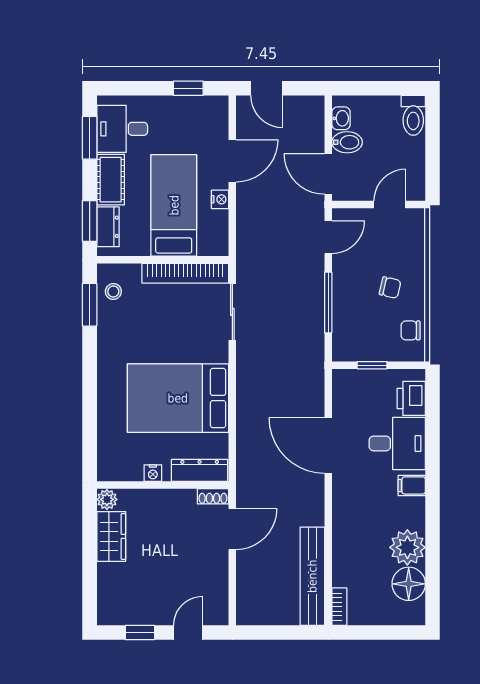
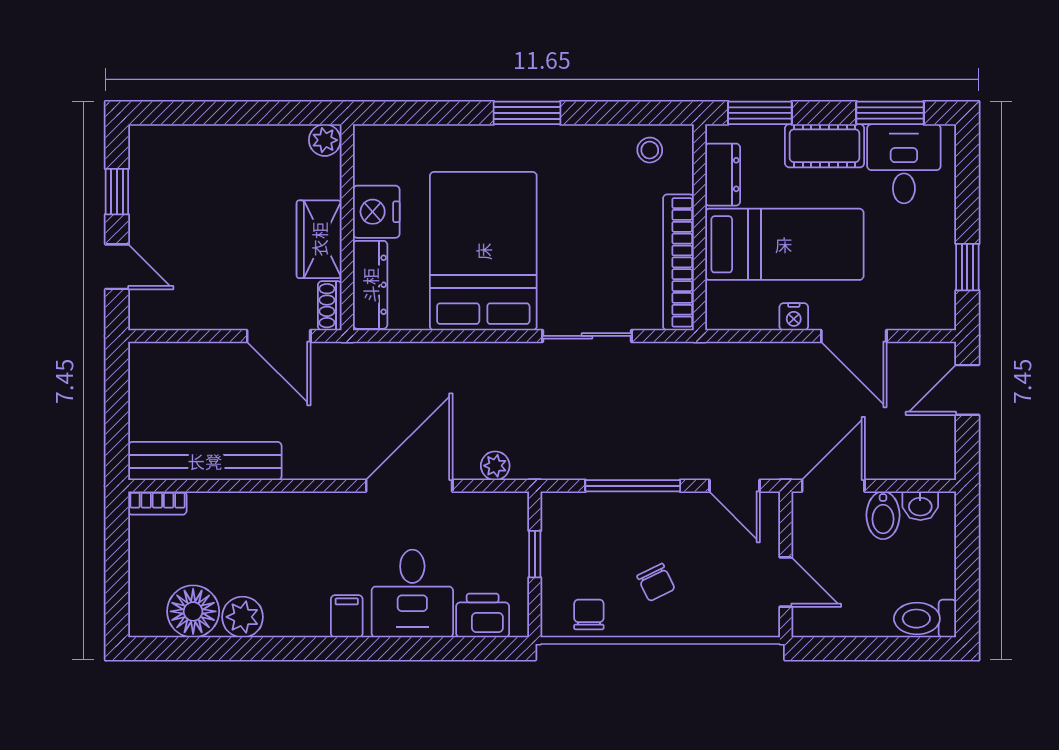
dresser: (108, 227) -> (723, 175), moved, turned -90
chair: (390, 288) -> (656, 582), turned -39
window: (90, 305) -> (527, 113), moved
sliding door: (232, 312) -> (587, 336), moved
plant: (315, 390) -> (495, 466), added
nightstand: (153, 473) -> (376, 212), width x1.89, depth x1.79
wardrobe: (111, 536) -> (319, 239), moved, turned 90
plant: (407, 547) -> (243, 617), width x0.73, depth x0.73

